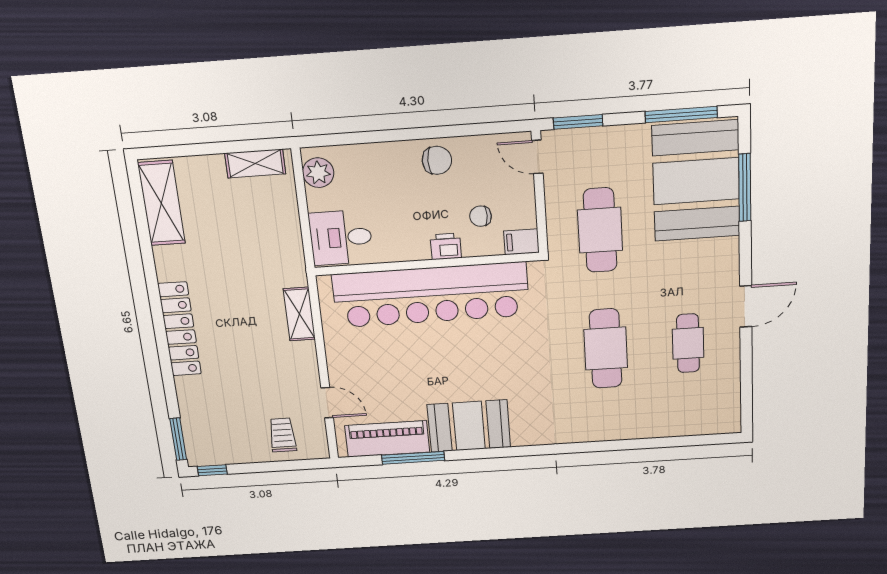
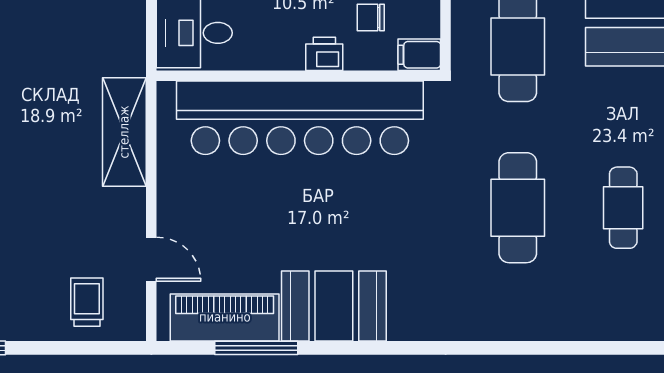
shelving: (299, 314) -> (124, 132), width x1.50, depth x1.33

